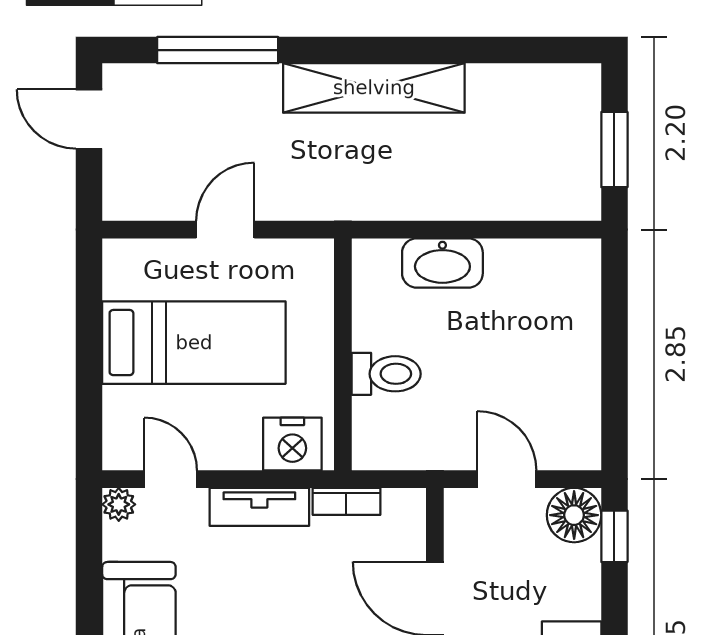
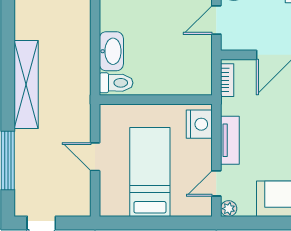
toilet: (386, 374) -> (116, 83), moved, turned 90
bookcase: (346, 501) -> (227, 80), moved

